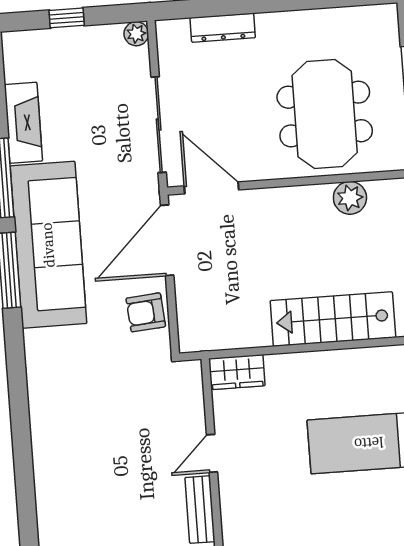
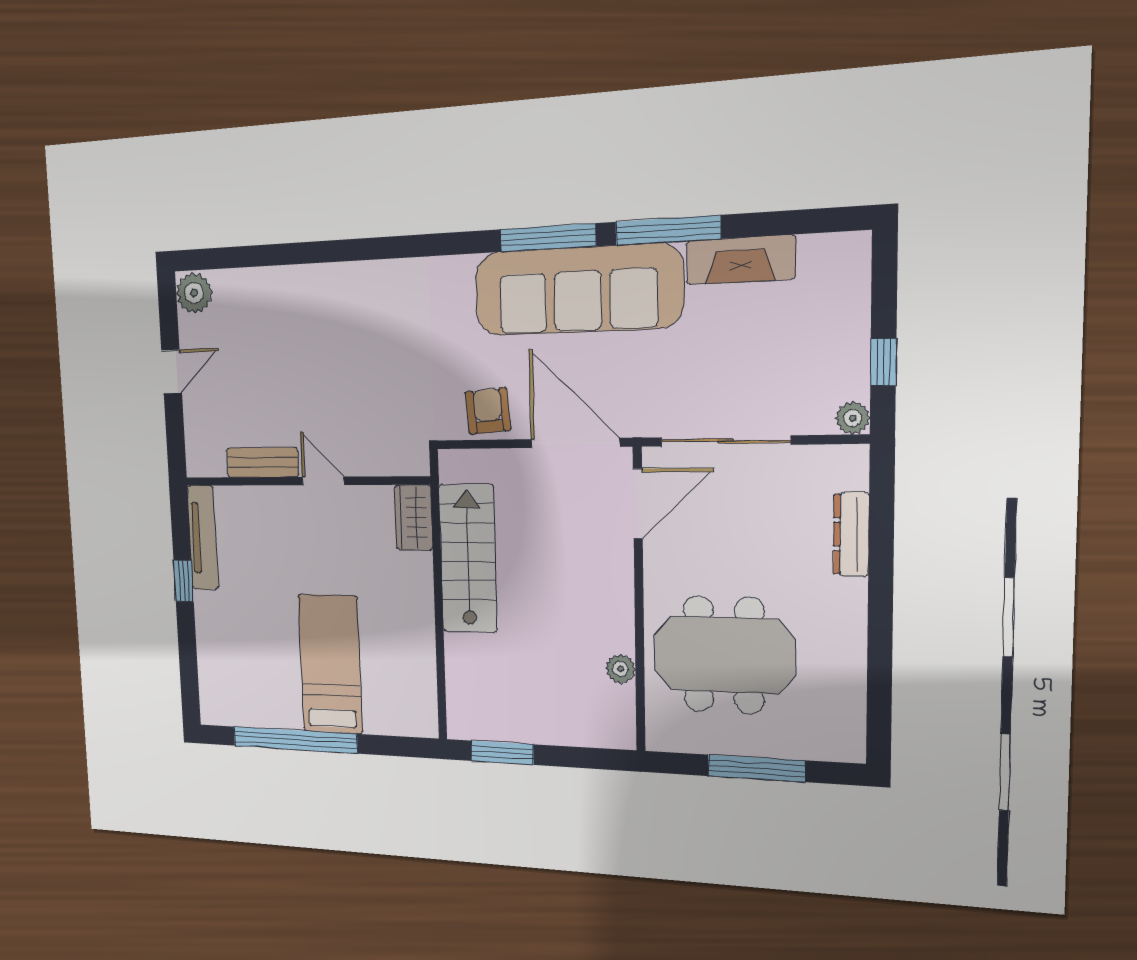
window: (67, 18) -> (883, 362), moved
plant: (350, 198) -> (620, 669), width x0.73, depth x0.73
stairs: (333, 319) -> (468, 558), moved

